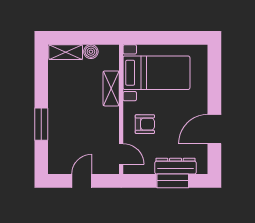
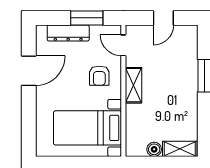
shelving: (111, 88) -> (134, 85), moved
armchair: (145, 124) -> (99, 76), turned -90
window: (173, 181) -> (87, 18), moved

